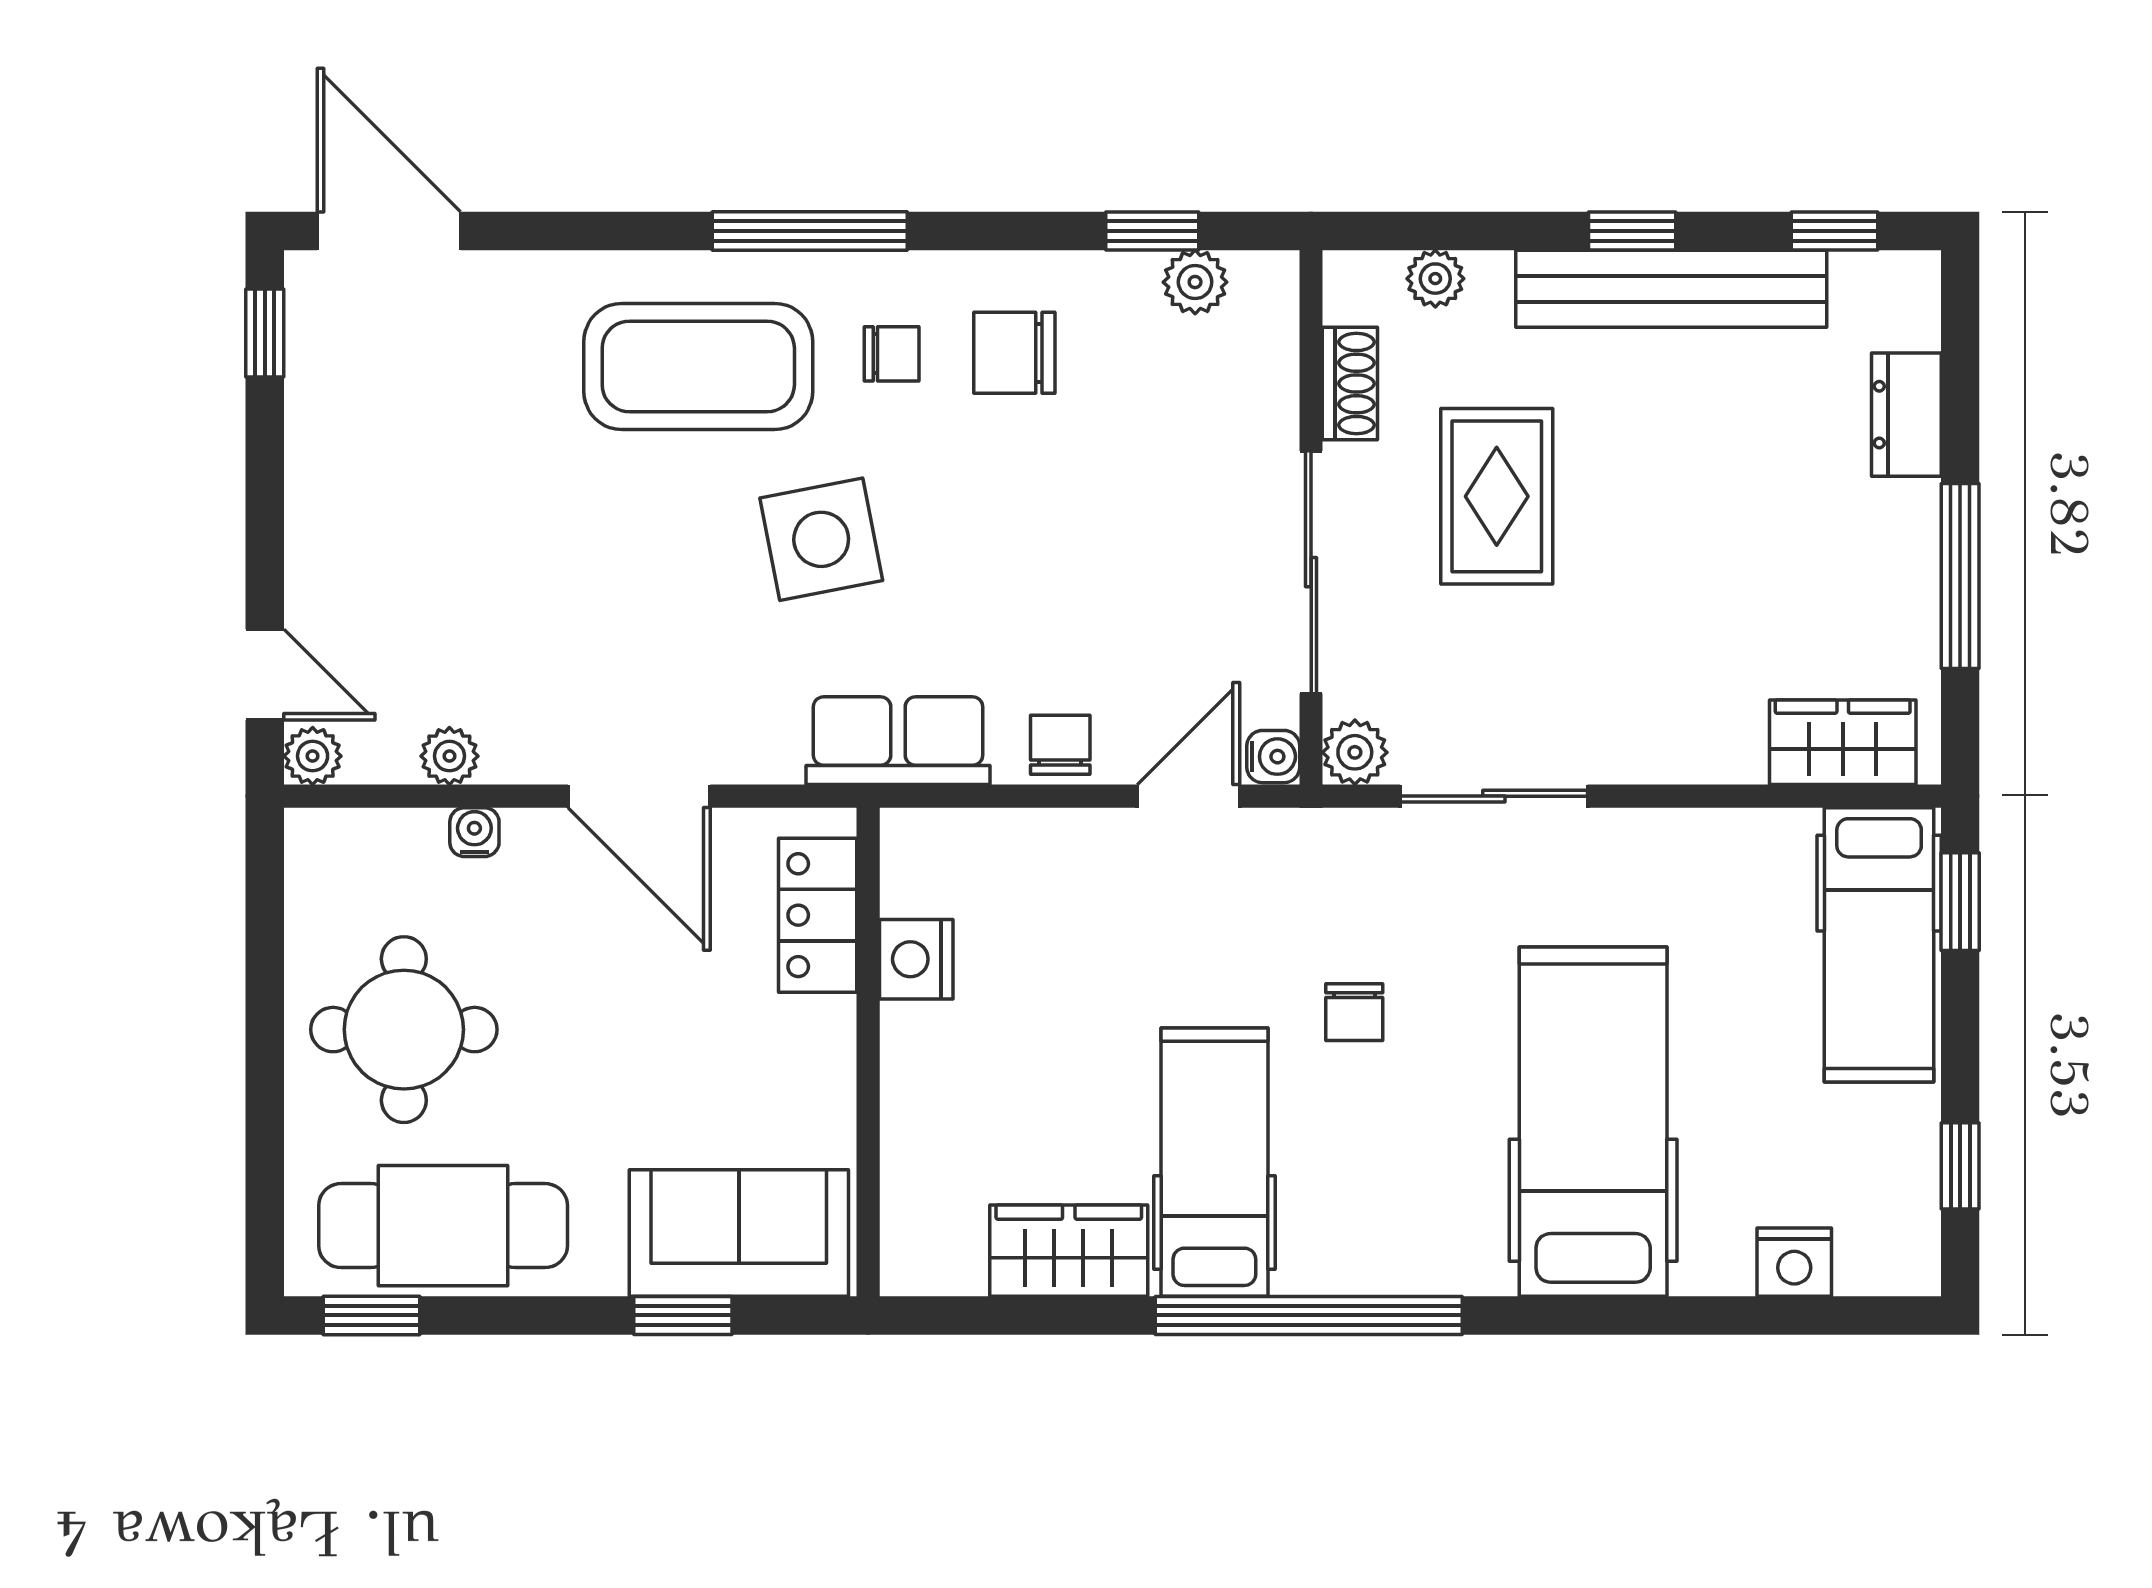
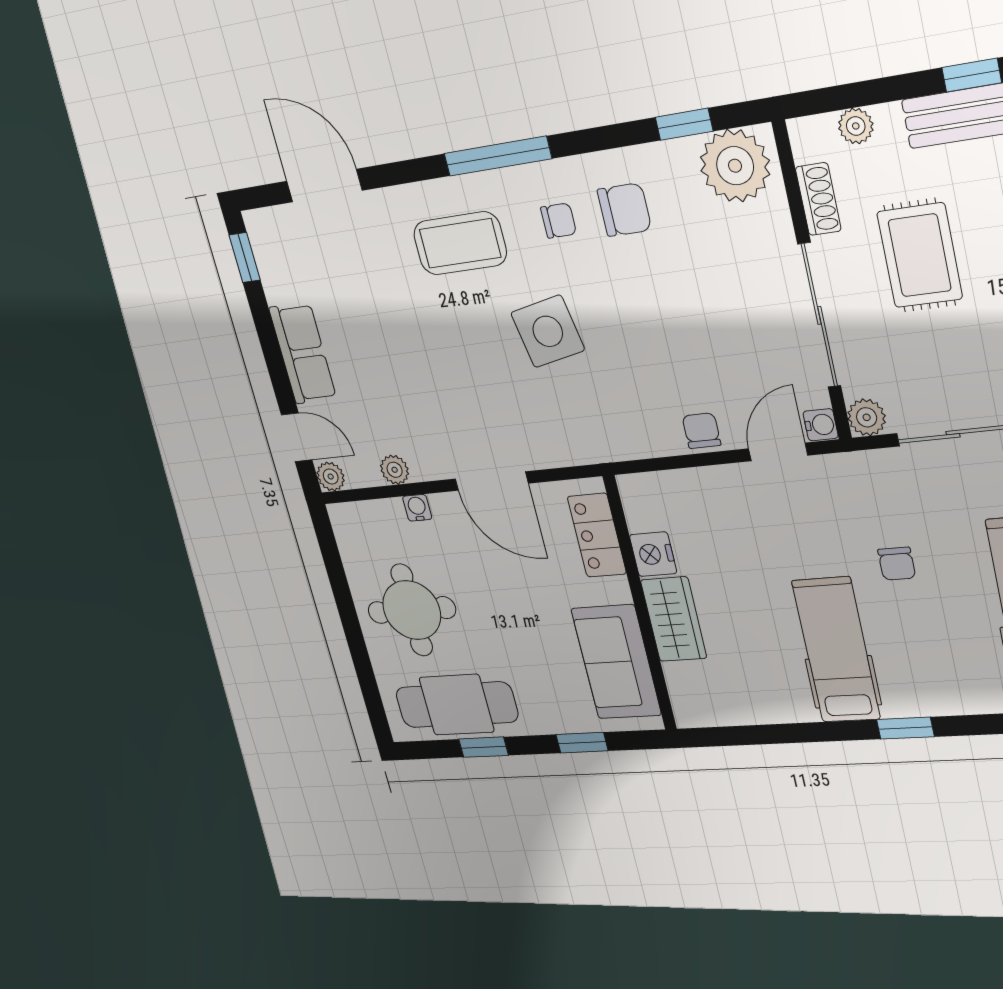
door: (389, 231) -> (324, 186), moved
plant: (1195, 282) -> (735, 166), width x1.87, depth x1.87
chair: (1014, 353) -> (624, 210), turned 180
coffee table: (698, 366) -> (460, 243), width x0.73, depth x0.76
row of seats: (898, 741) -> (303, 353), moved, turned 90
sofa: (739, 1233) -> (616, 662), moved, turned -90
wardrobe: (1069, 1251) -> (674, 619), moved, turned 90
window: (371, 1315) -> (484, 747), moved
window: (1309, 1315) -> (905, 728), width x0.32

